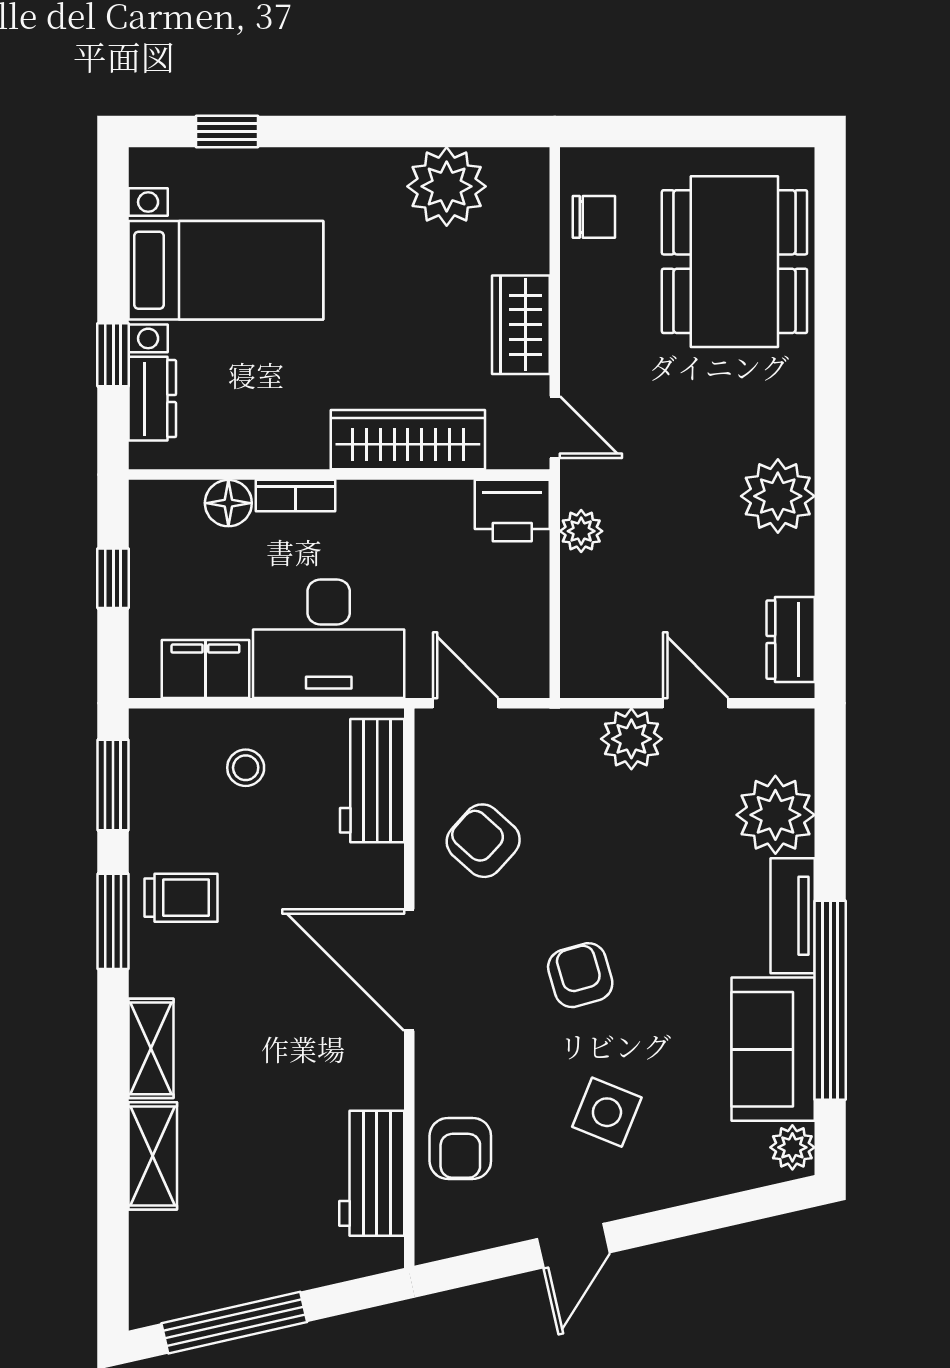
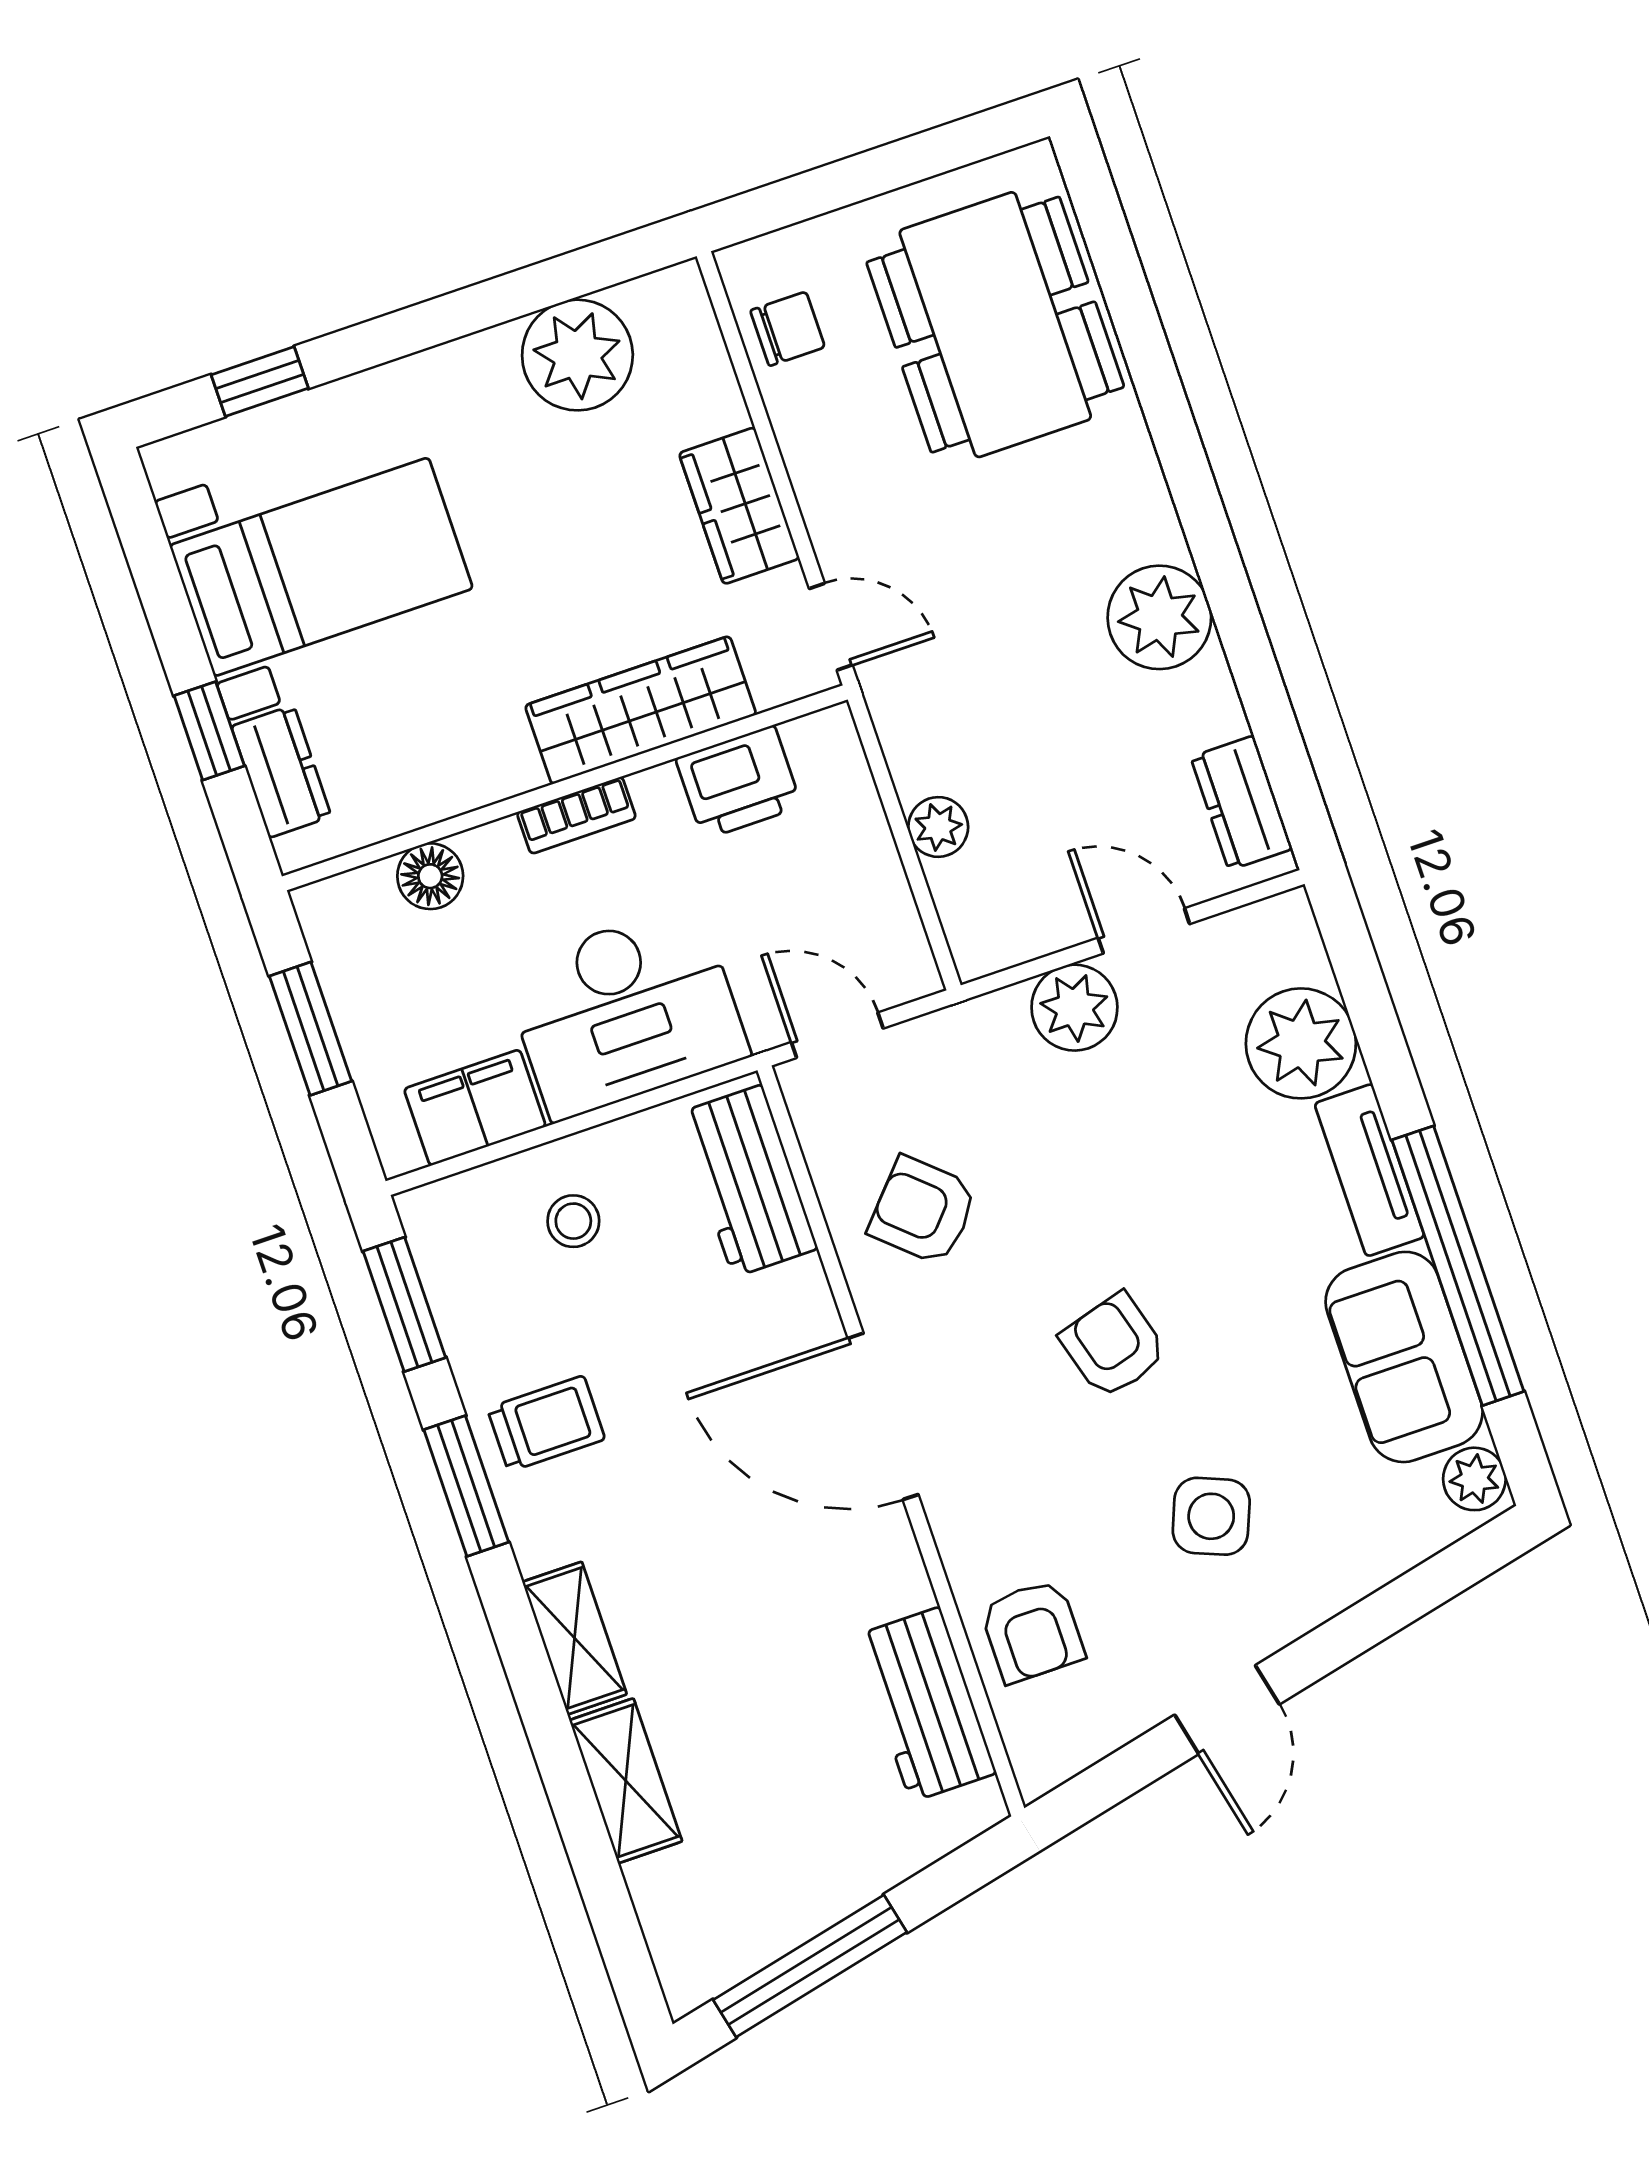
bookcase: (296, 496) -> (576, 815), moved
printer: (512, 511) -> (739, 782), moved
plant: (581, 531) -> (938, 827), moved
window: (113, 578) -> (311, 1029), width x1.50

